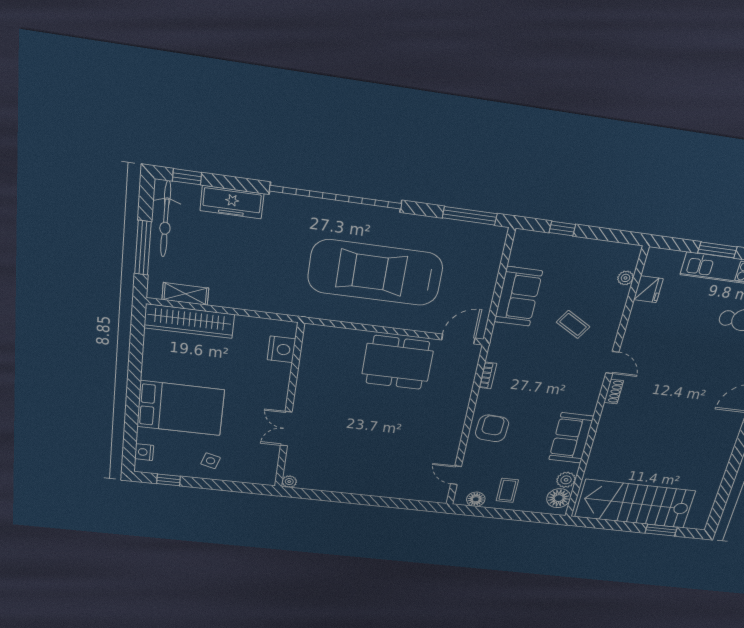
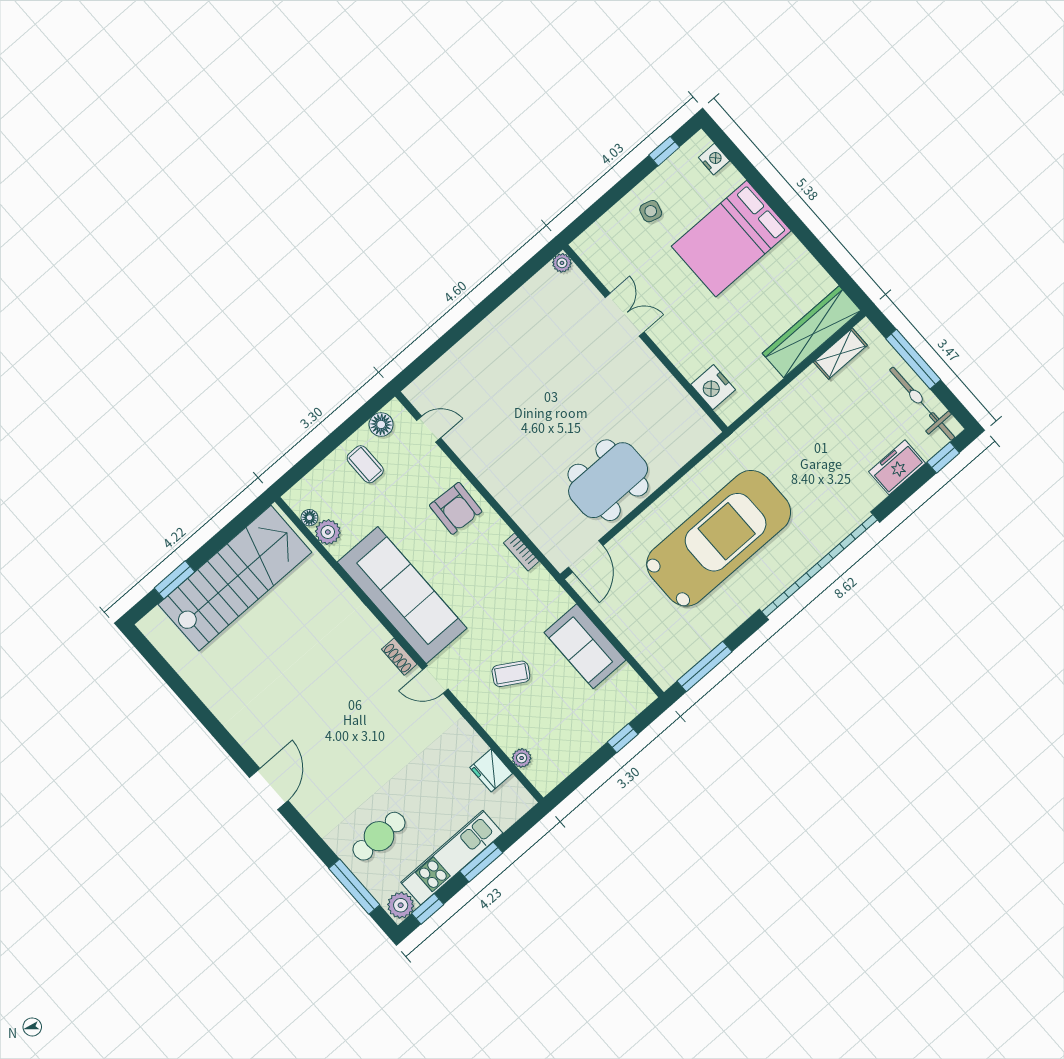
freezer: (232, 202) -> (897, 467), width x0.71
sofa: (571, 438) -> (402, 595), width x1.85, depth x1.27
floor lamp: (559, 498) -> (309, 518), width x0.53, depth x0.53

